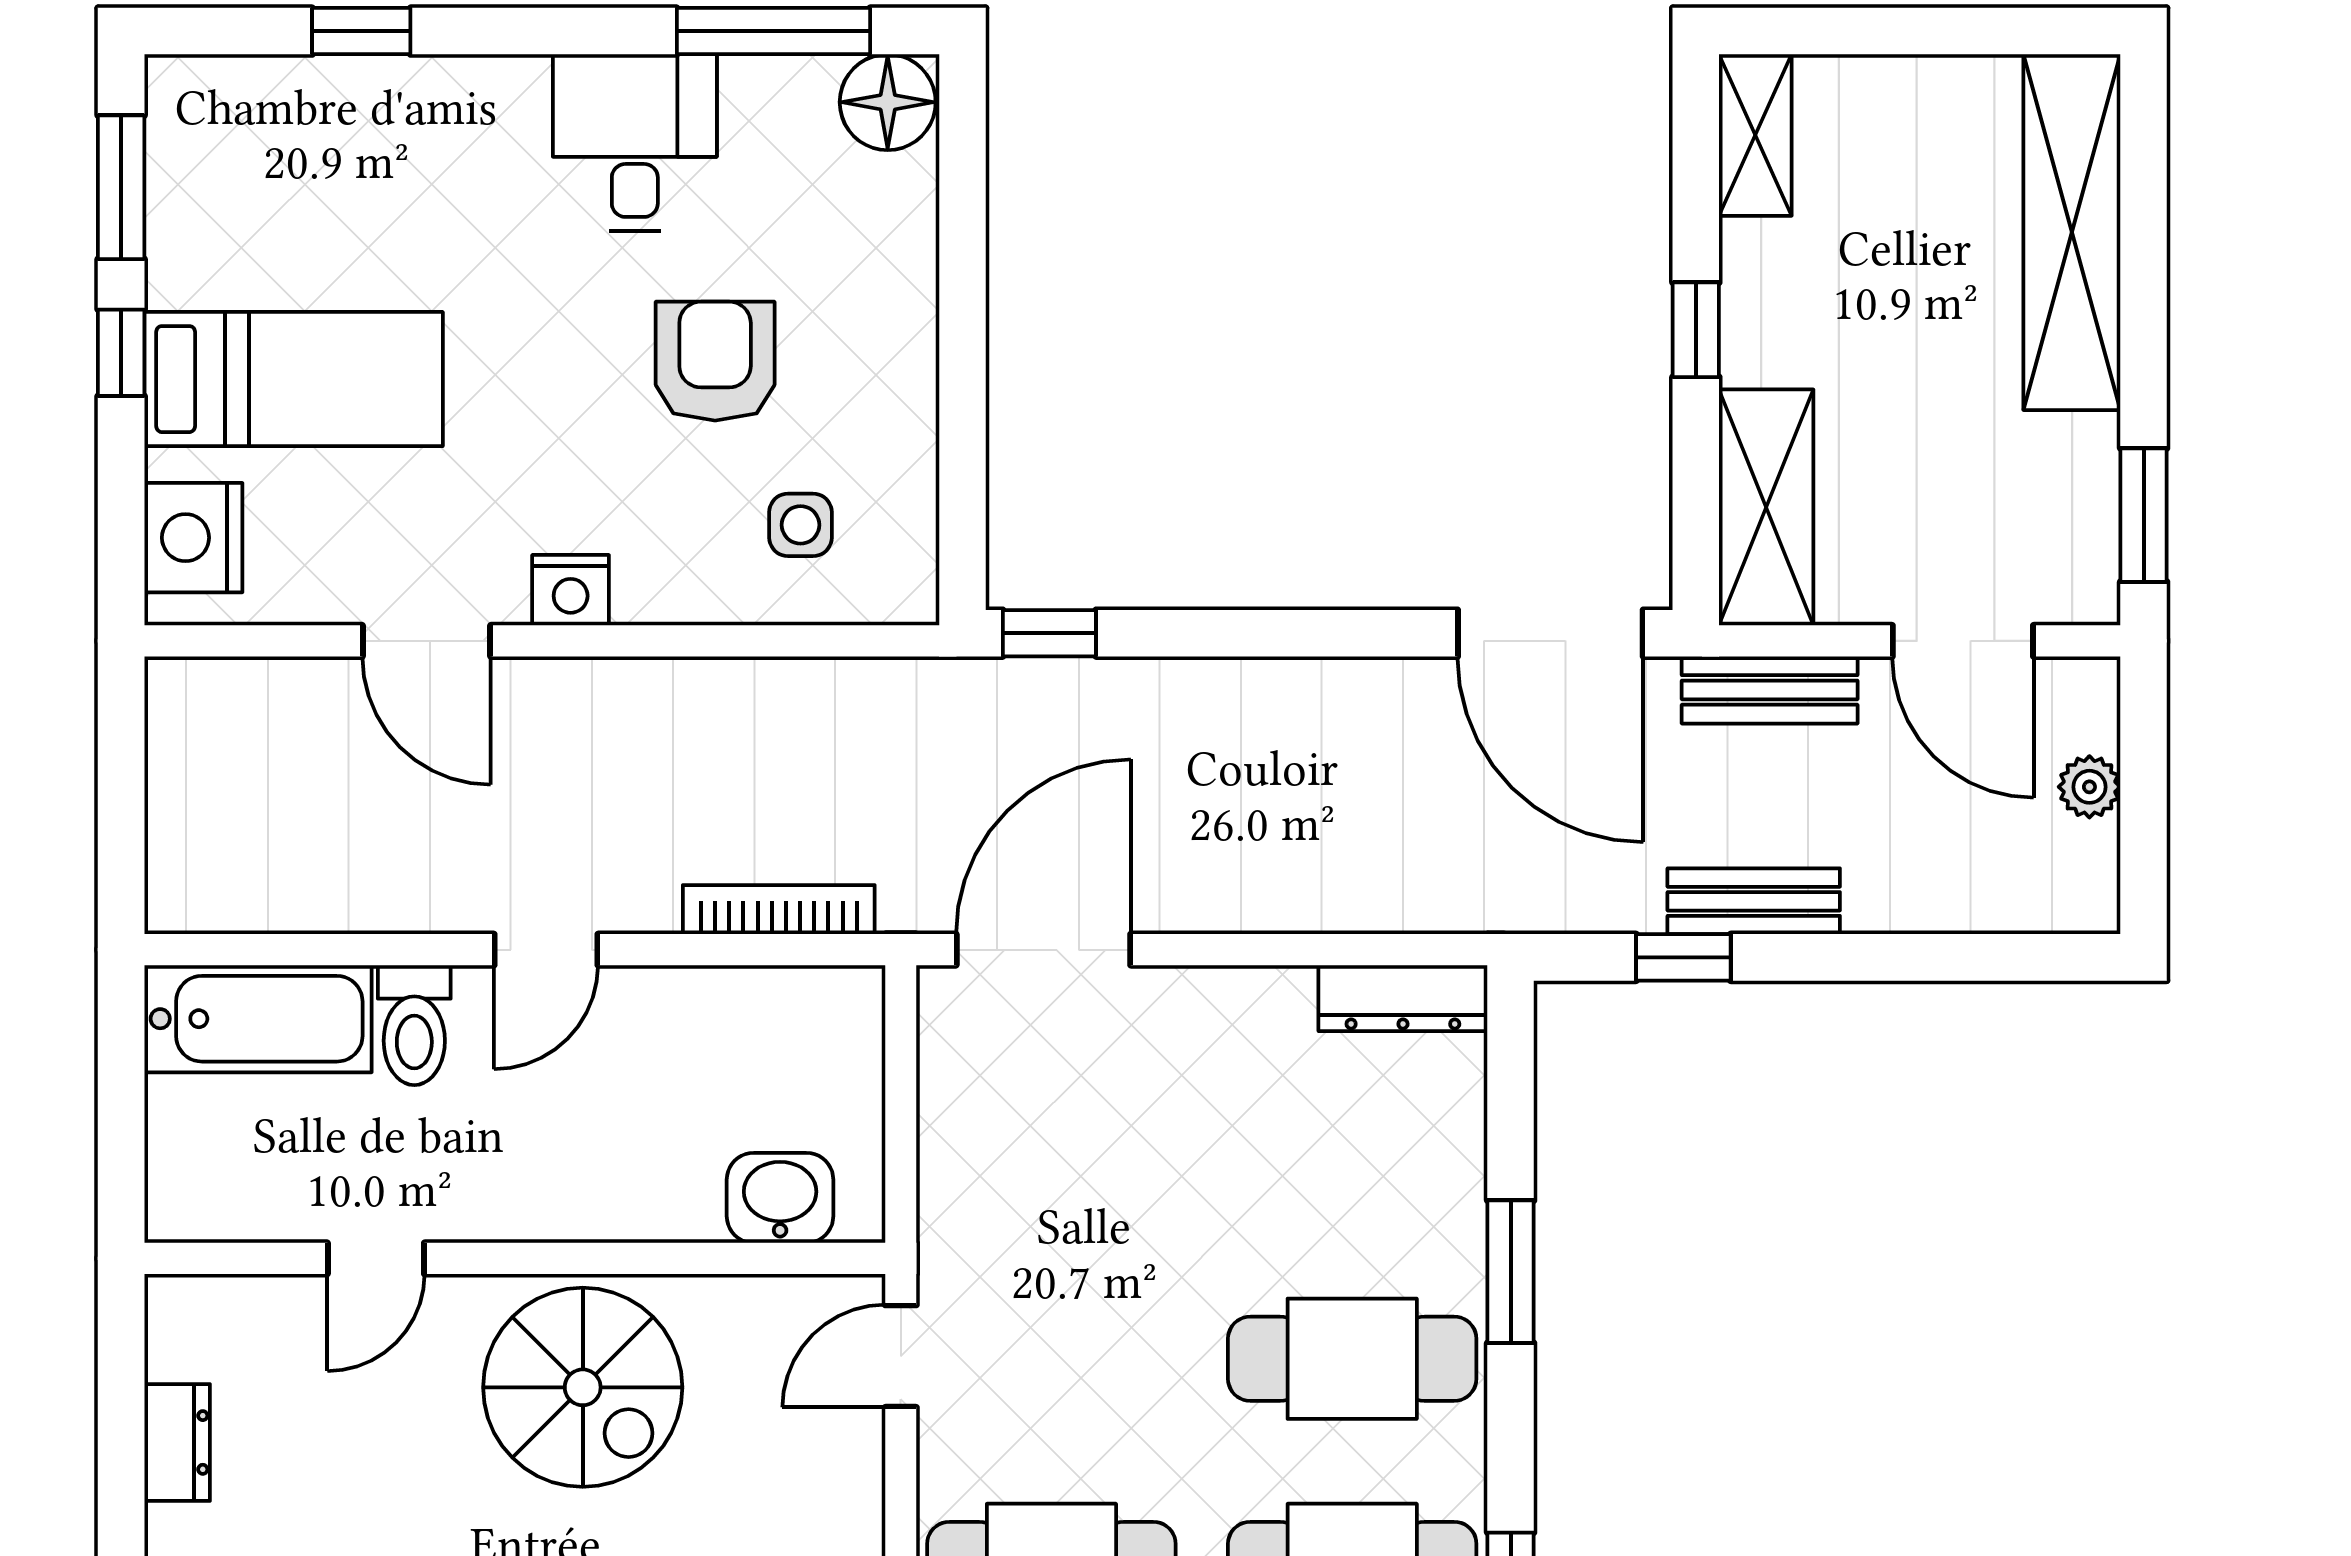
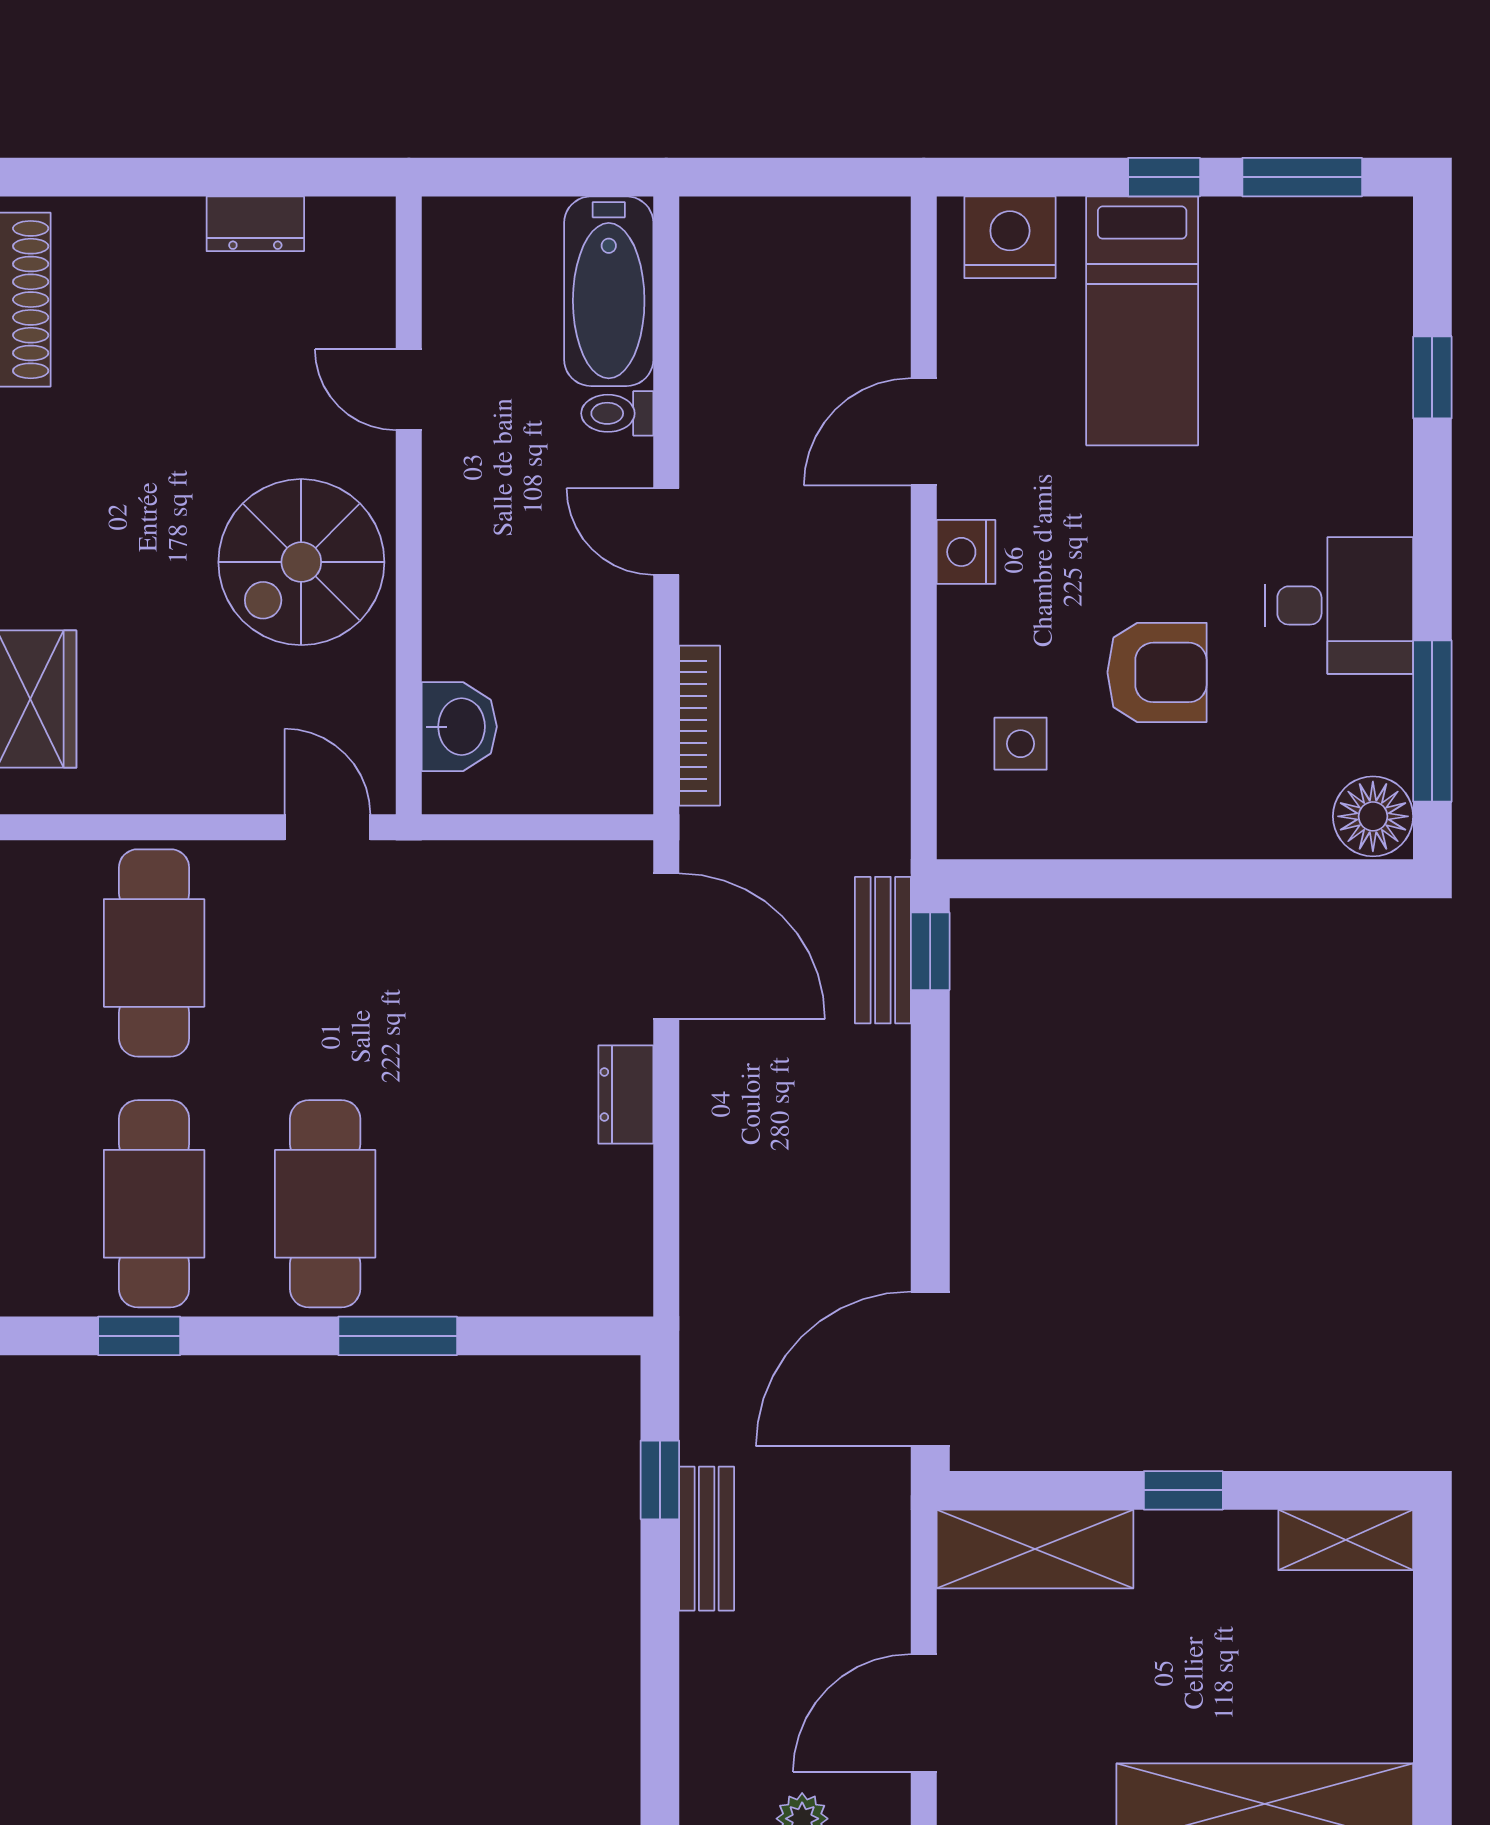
bench: (1770, 690) -> (883, 950), moved
dresser: (1403, 998) -> (626, 1095), moved, width x0.70
toilet: (414, 1025) -> (617, 413), width x0.73, depth x0.72

